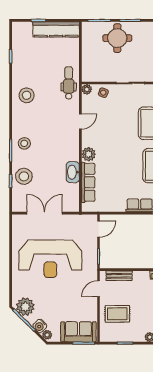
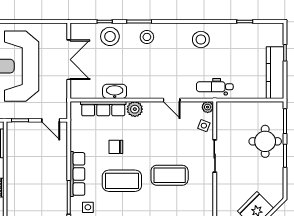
dental chair: (69, 83) -> (215, 87), turned 180
chair: (122, 171) -> (116, 147), added

